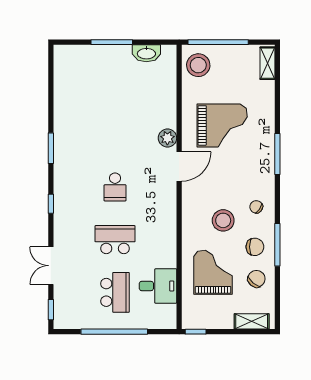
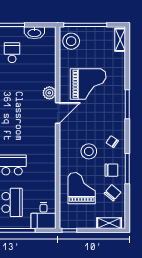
school desk: (115, 187) -> (12, 53), moved, turned 180
desk: (158, 286) -> (43, 215), moved, turned 90

